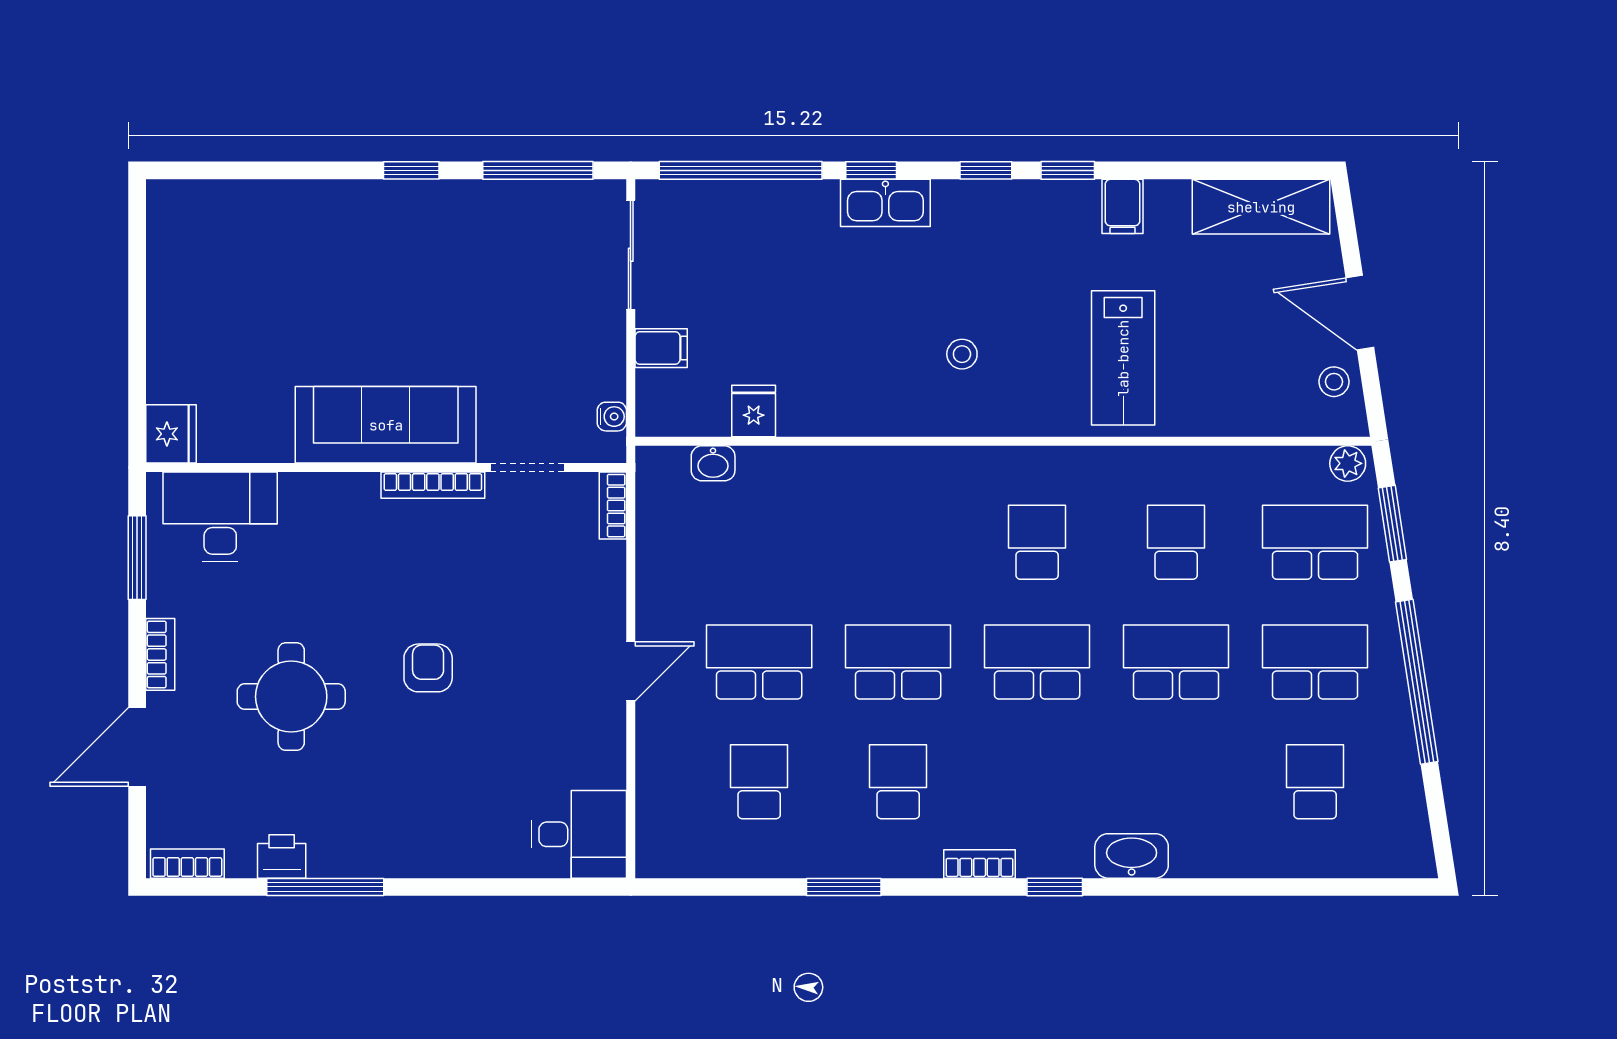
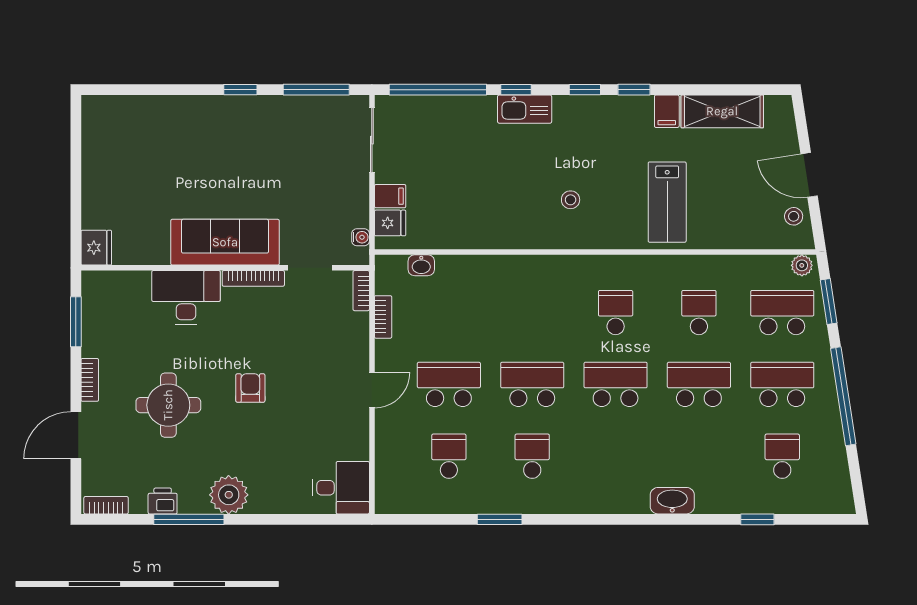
shelving: (1261, 207) -> (722, 111), moved
fridge: (754, 411) -> (390, 223), moved, turned 90
desk: (220, 517) -> (186, 297), moved
plant: (392, 846) -> (229, 495), added
bookcase: (980, 864) -> (383, 317), moved, turned 90
window: (1055, 887) -> (757, 519), moved

